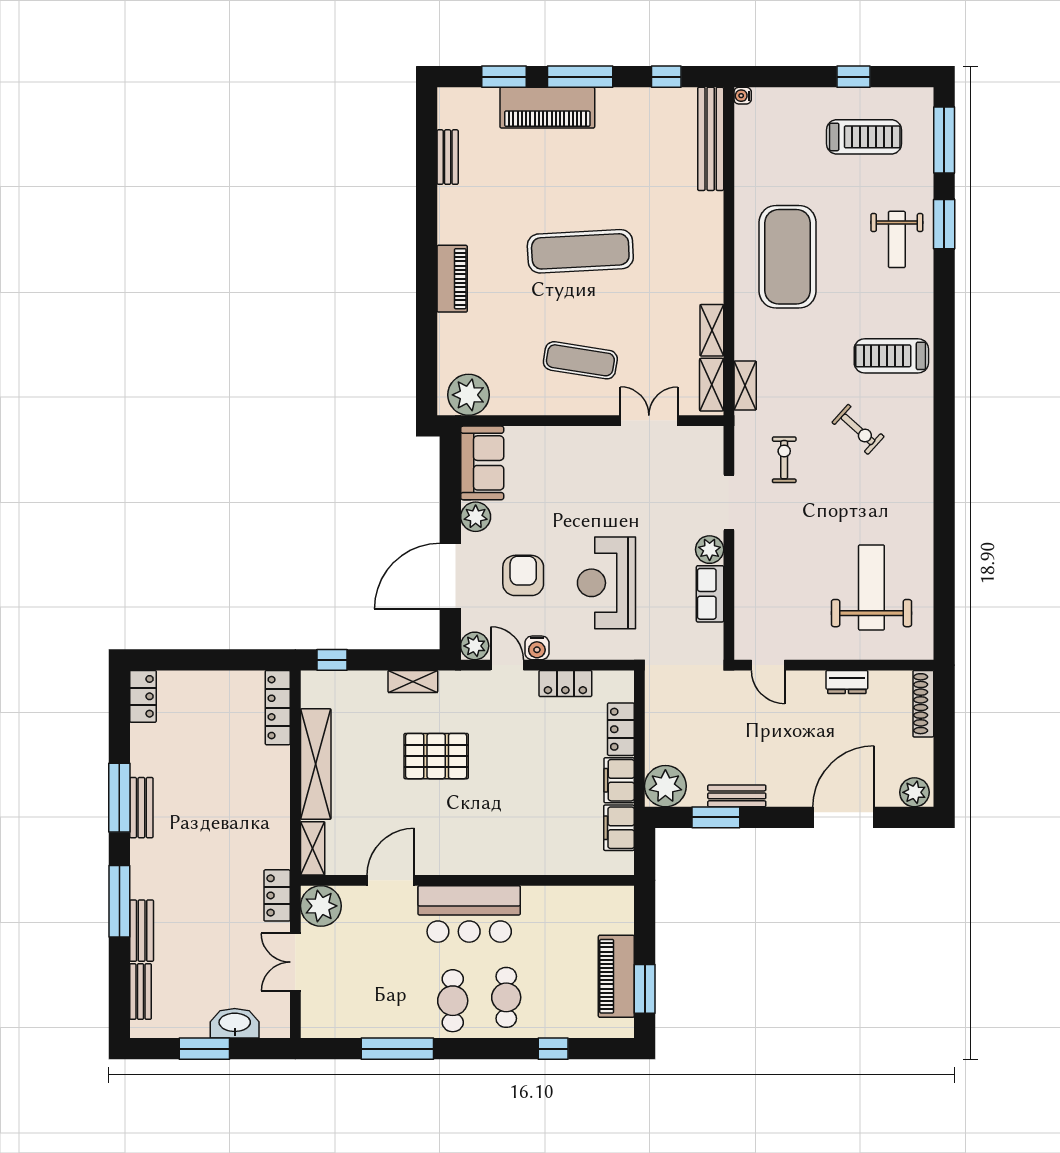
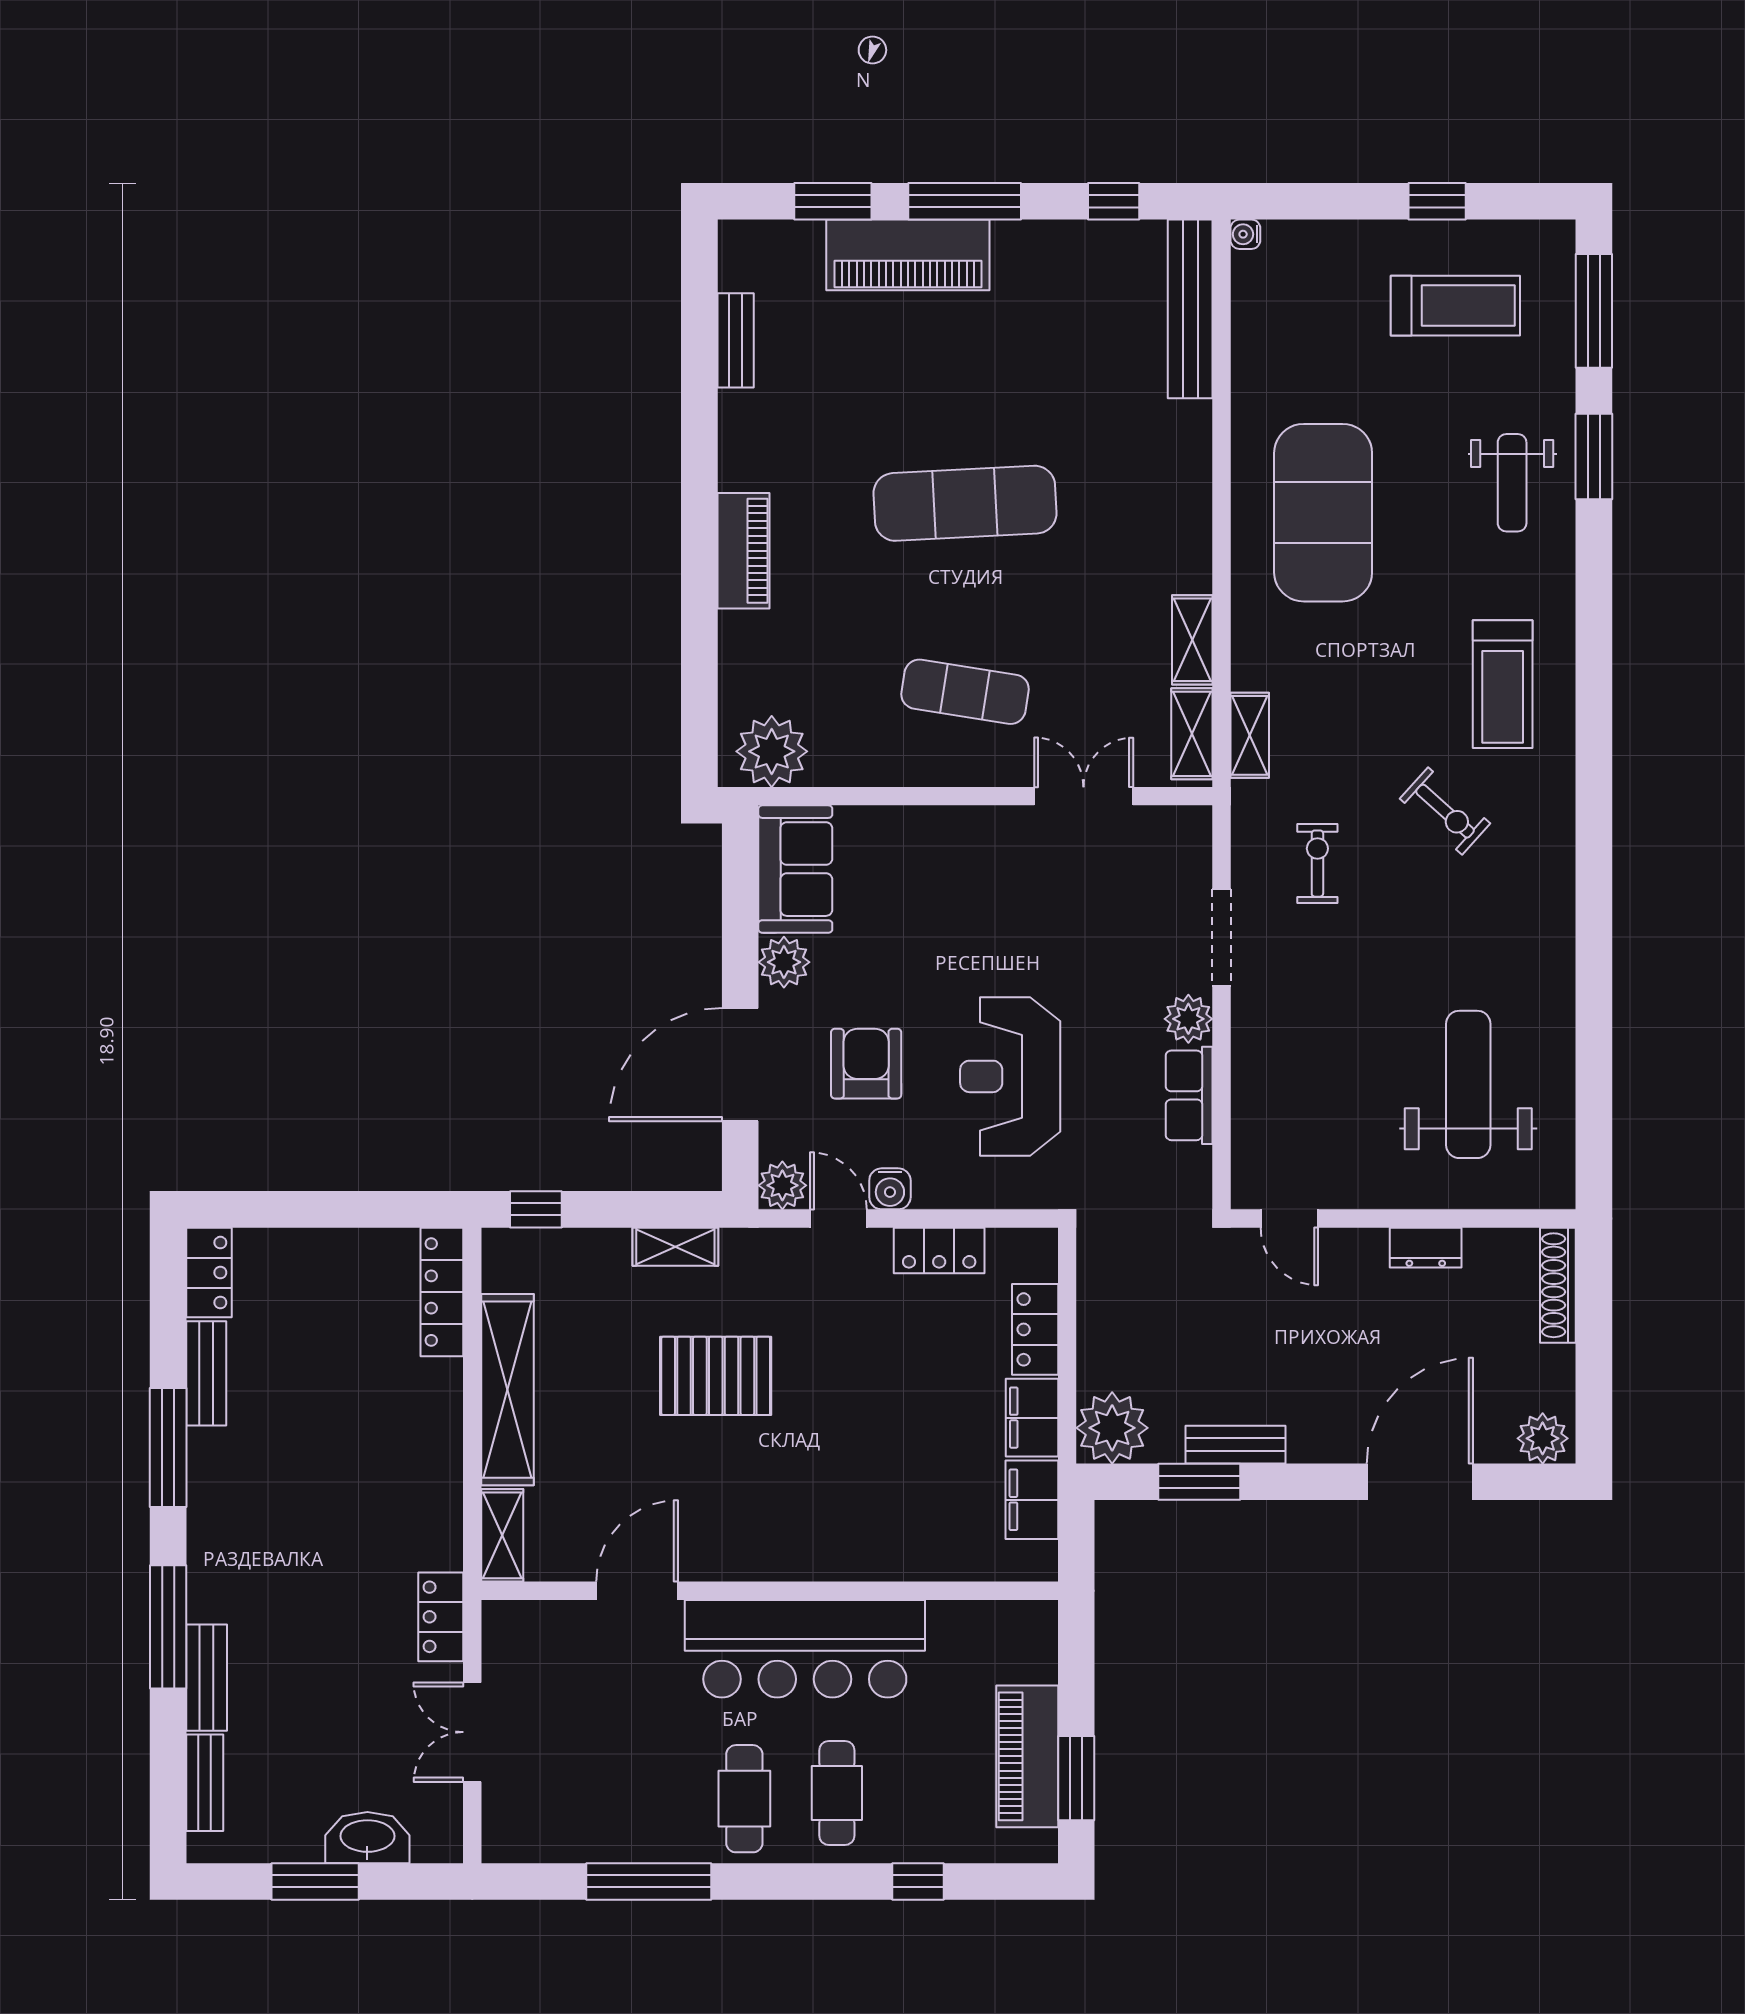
treadmill: (891, 356) -> (1503, 684), turned -90
bench: (141, 808) -> (206, 1373), moved
plant: (321, 906) -> (516, 1635), removed
bar counter: (469, 914) -> (805, 1649), width x1.36

